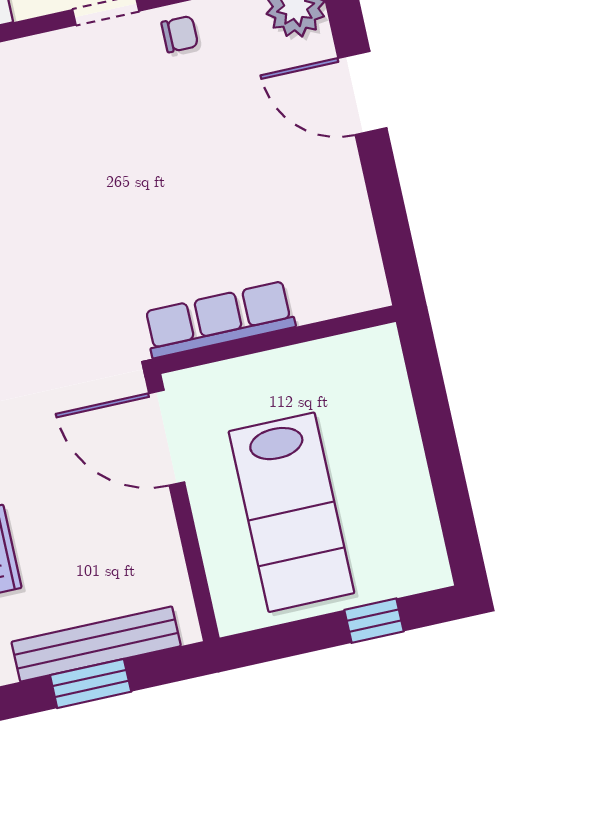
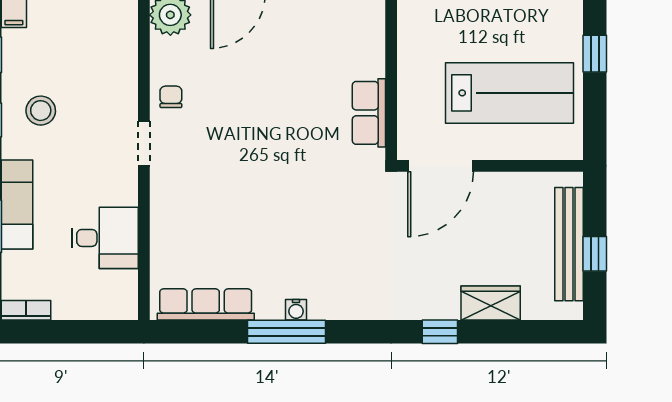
row of seats: (219, 319) -> (369, 113), width x0.68
window: (91, 683) -> (595, 254), width x0.67

